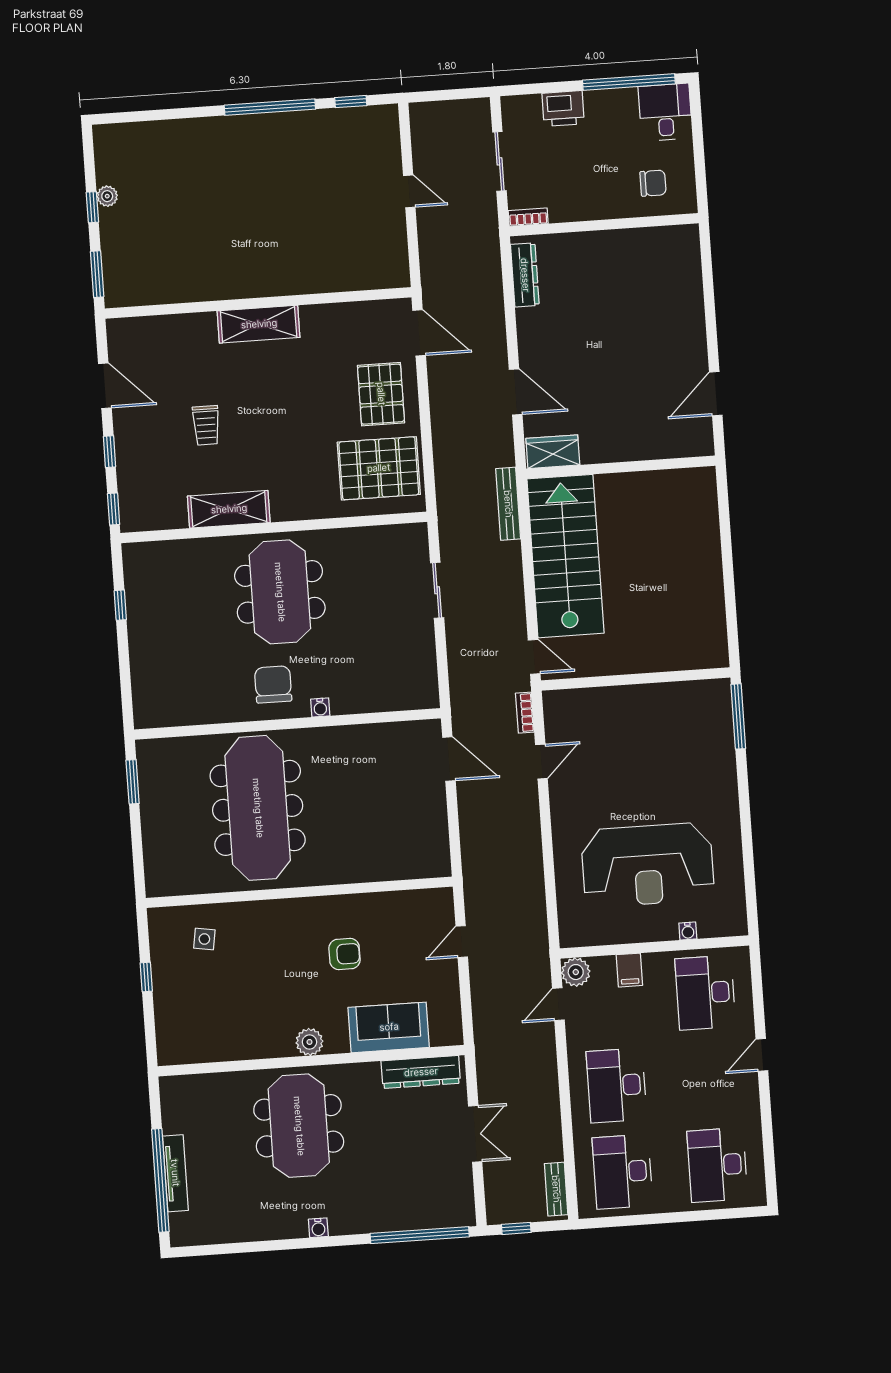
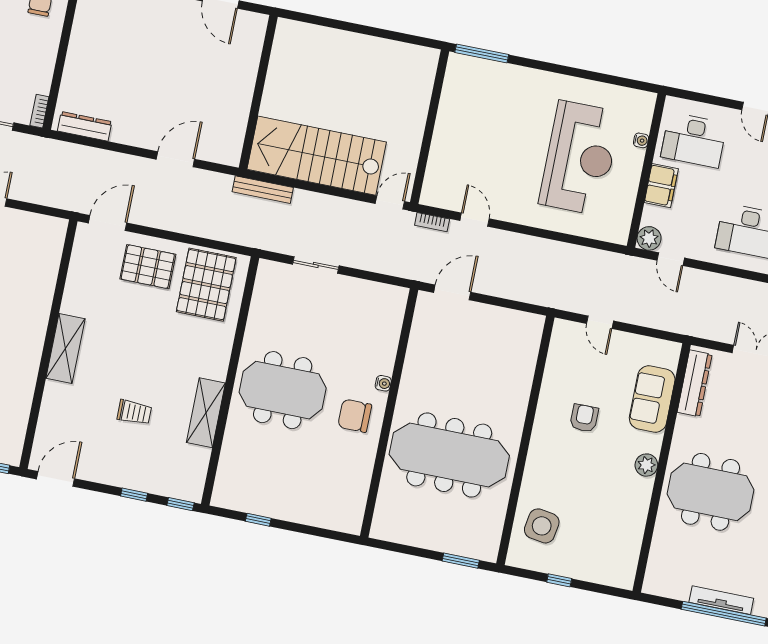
door: (105, 386) -> (56, 479), moved
wardrobe: (553, 452) -> (231, 143), removed
window: (133, 782) -> (461, 561), moved
side table: (204, 939) -> (542, 526), width x1.87, depth x1.87
filing cabinet: (629, 970) -> (661, 186), width x2.00

